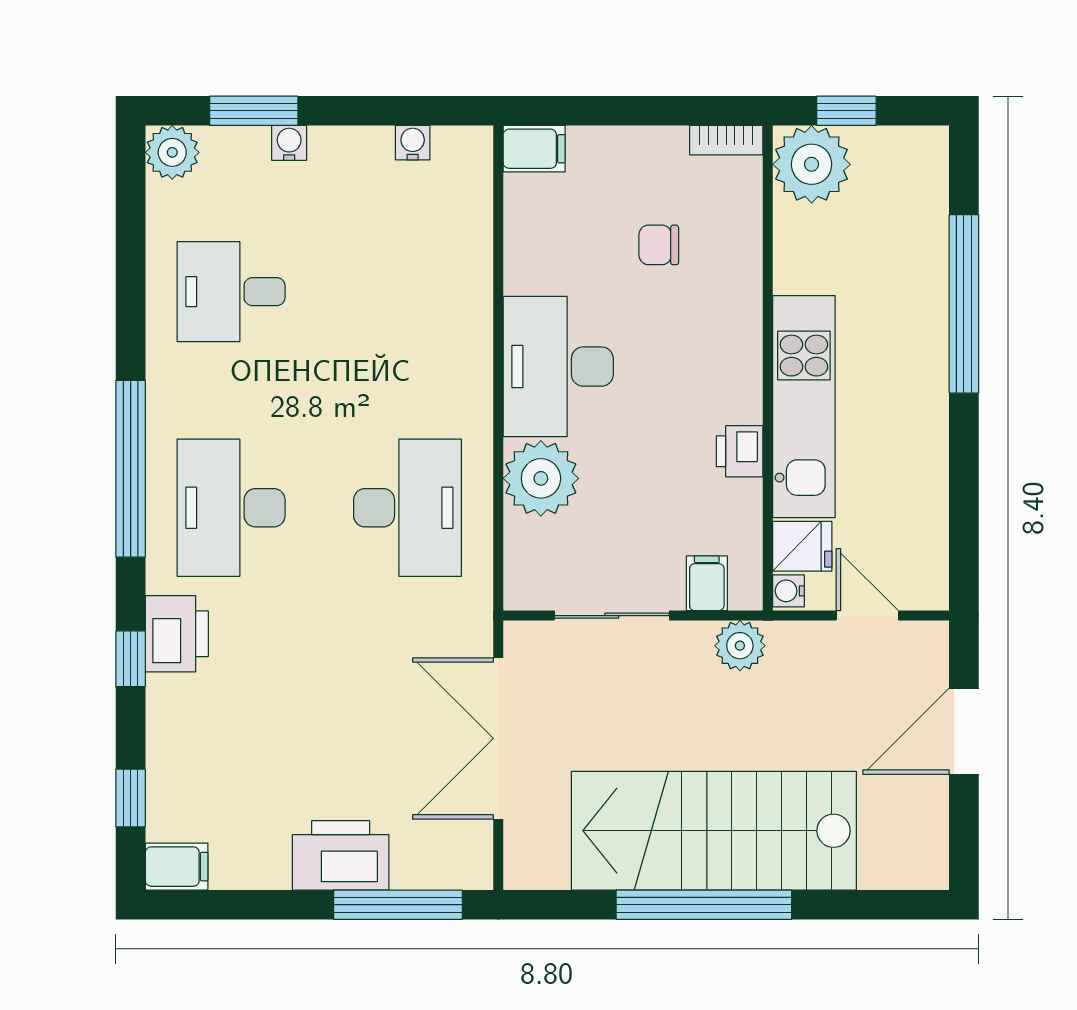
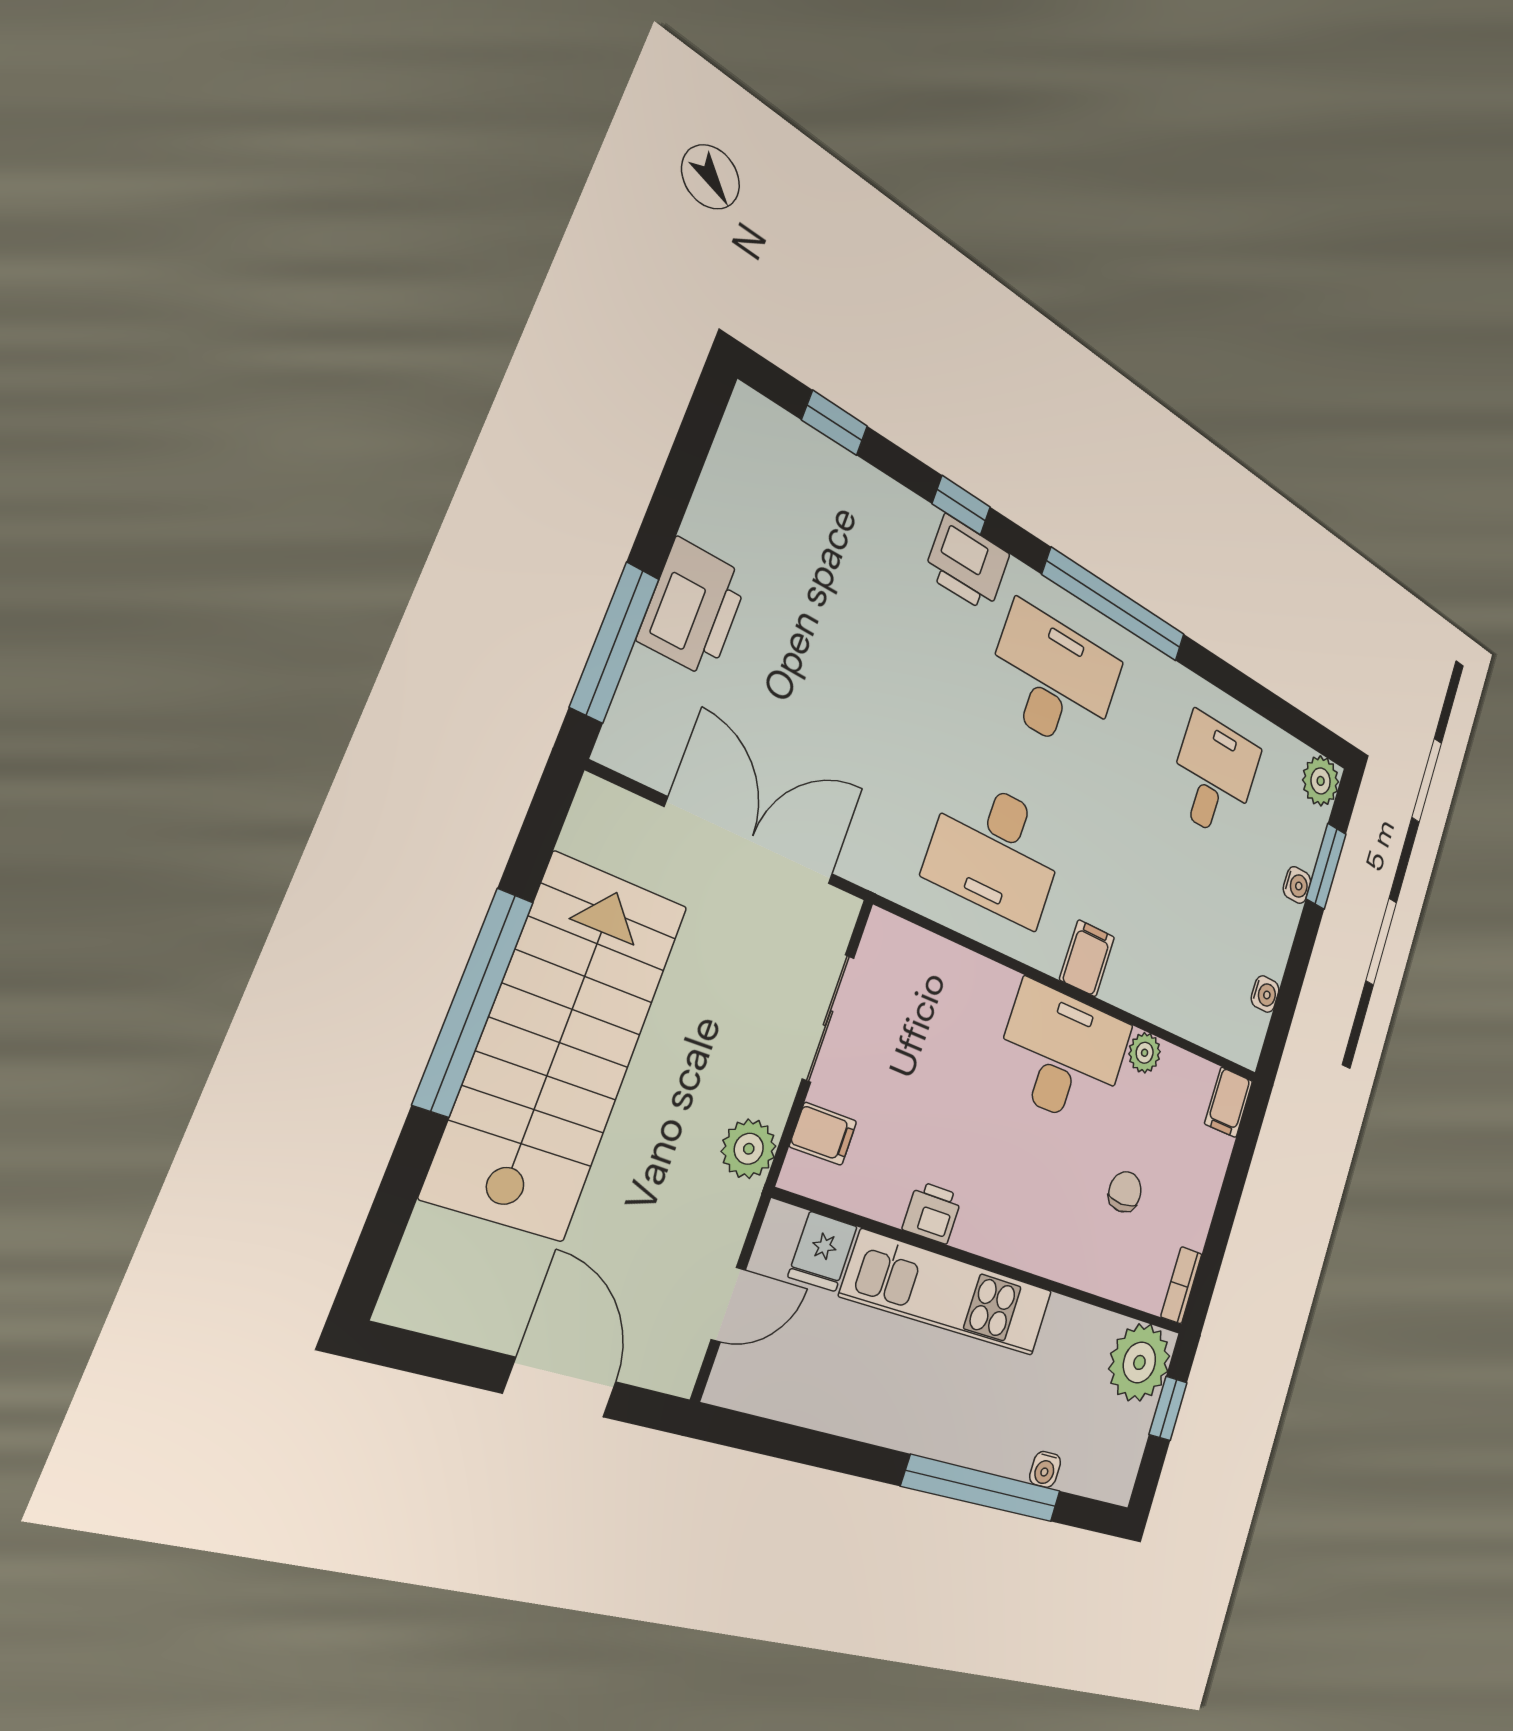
plant: (541, 478) -> (1145, 1053), moved, width x0.53, depth x0.53
water cooler: (789, 591) -> (1045, 1469), moved, turned 180
filing cabinet: (177, 867) -> (1087, 958), moved, turned 180

